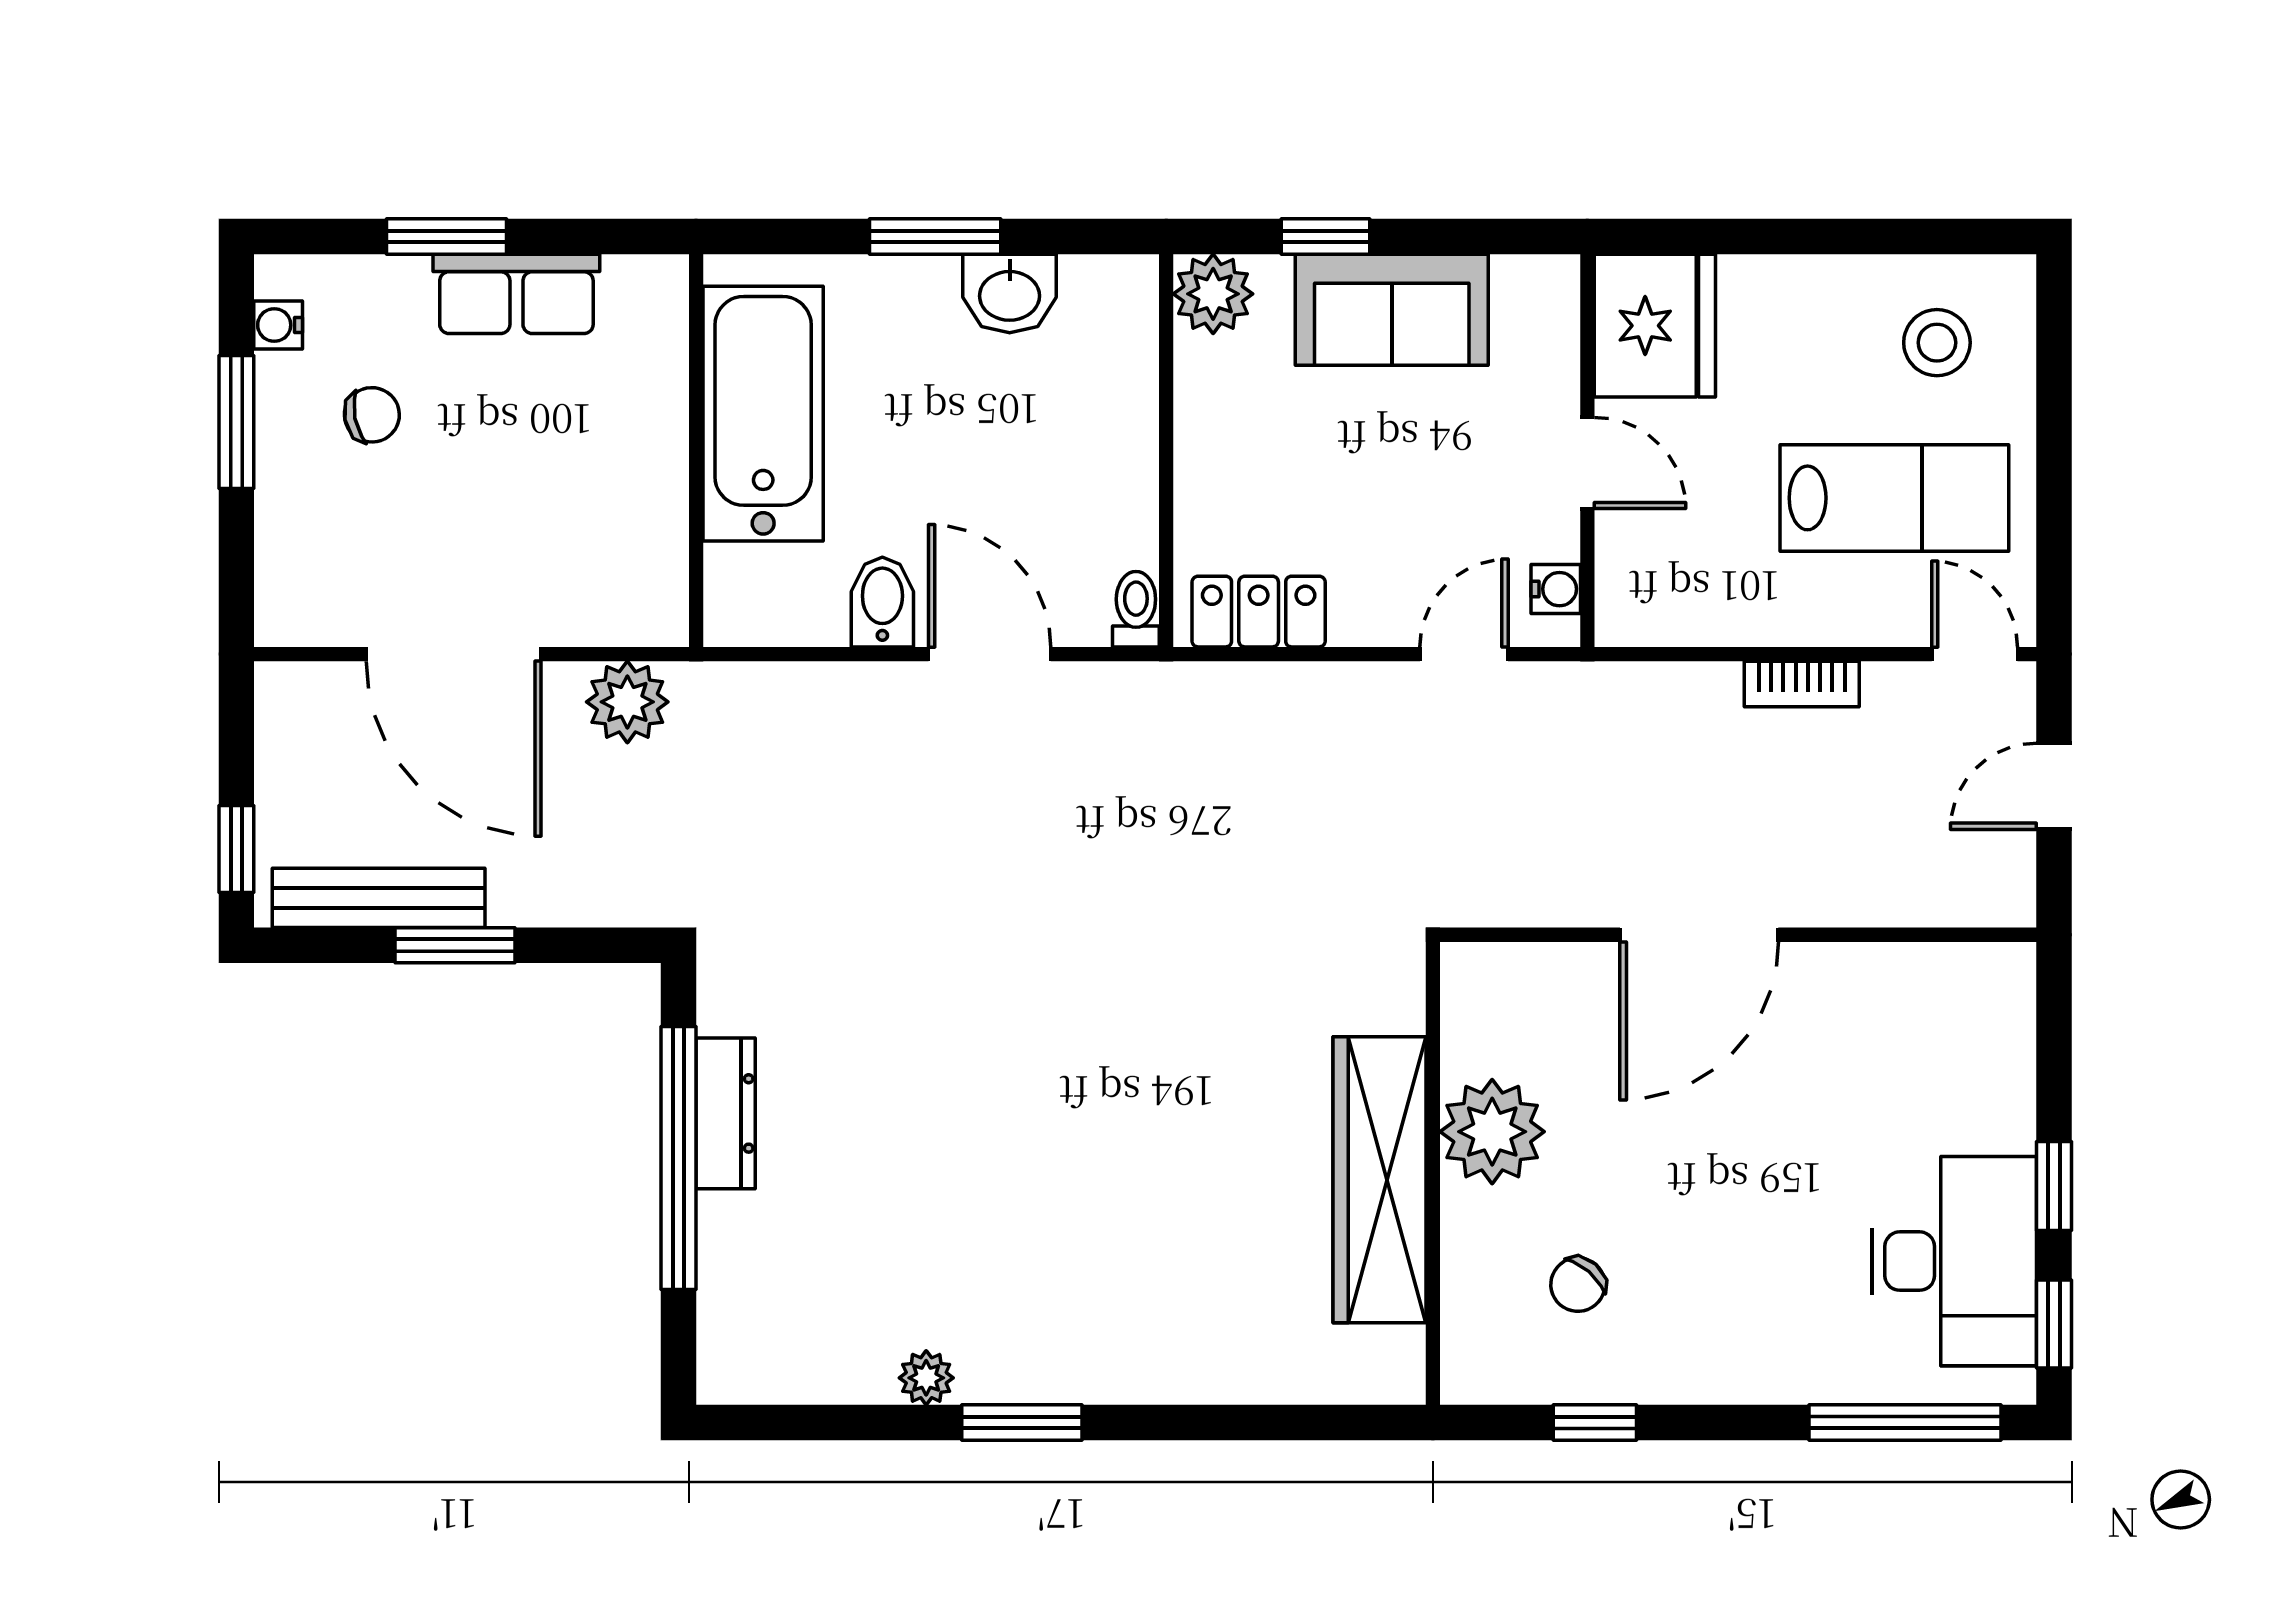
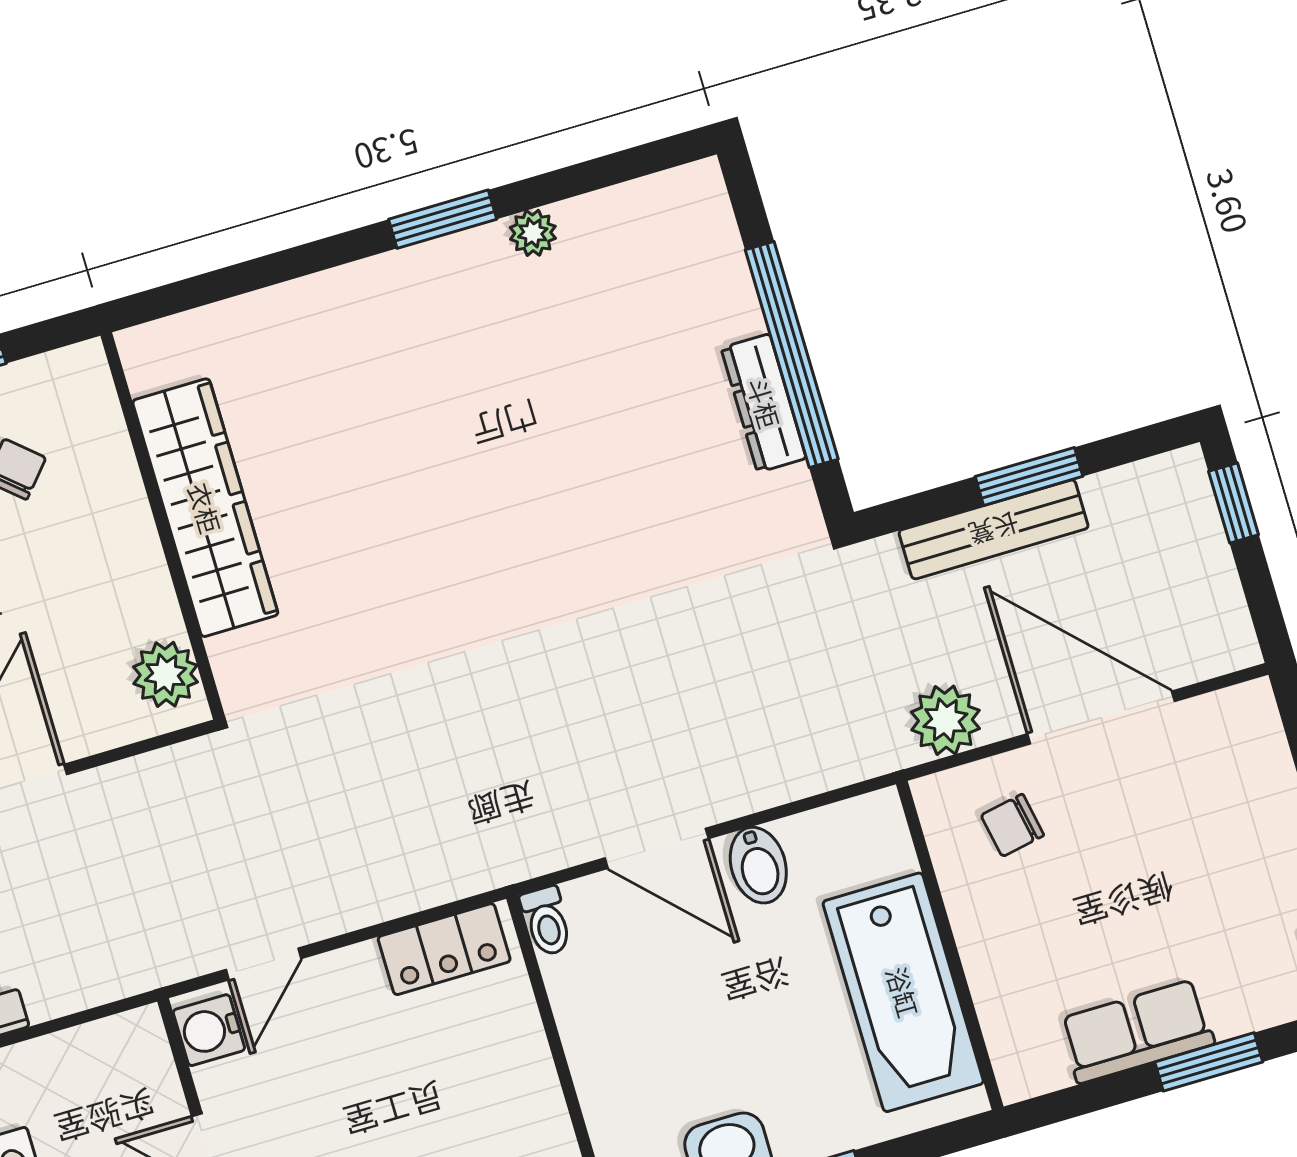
chair: (372, 415) -> (1012, 825), moved
water cooler: (1556, 589) -> (209, 1030), width x1.38, depth x1.38
bench: (379, 898) -> (994, 529), moved
plant: (1492, 1132) -> (165, 674), moved, width x0.73, depth x0.73

